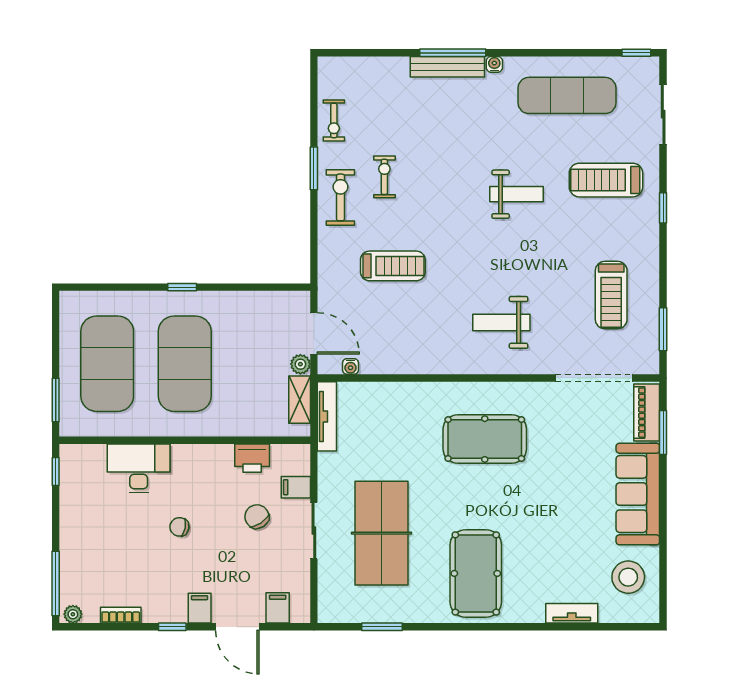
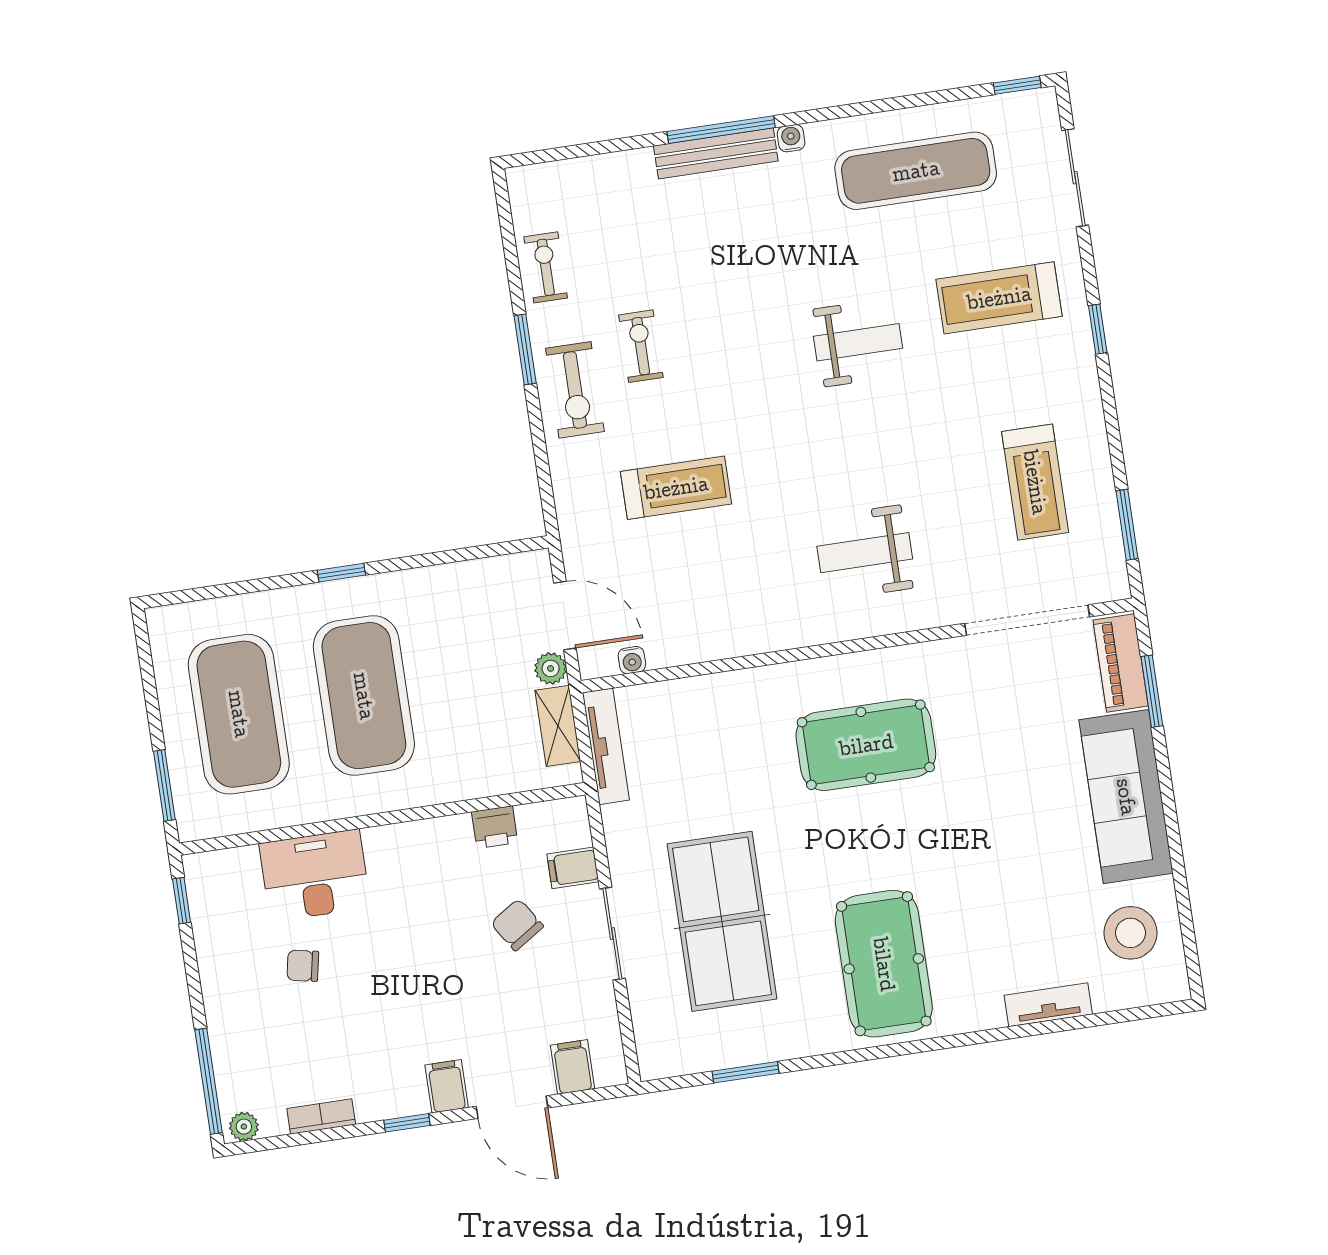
exercise bike: (334, 120) -> (546, 267), turned 180
exercise bike: (340, 197) -> (575, 390), turned 180
printer: (252, 458) -> (495, 827), width x0.73, depth x0.81
chair: (179, 527) -> (303, 966), moved

